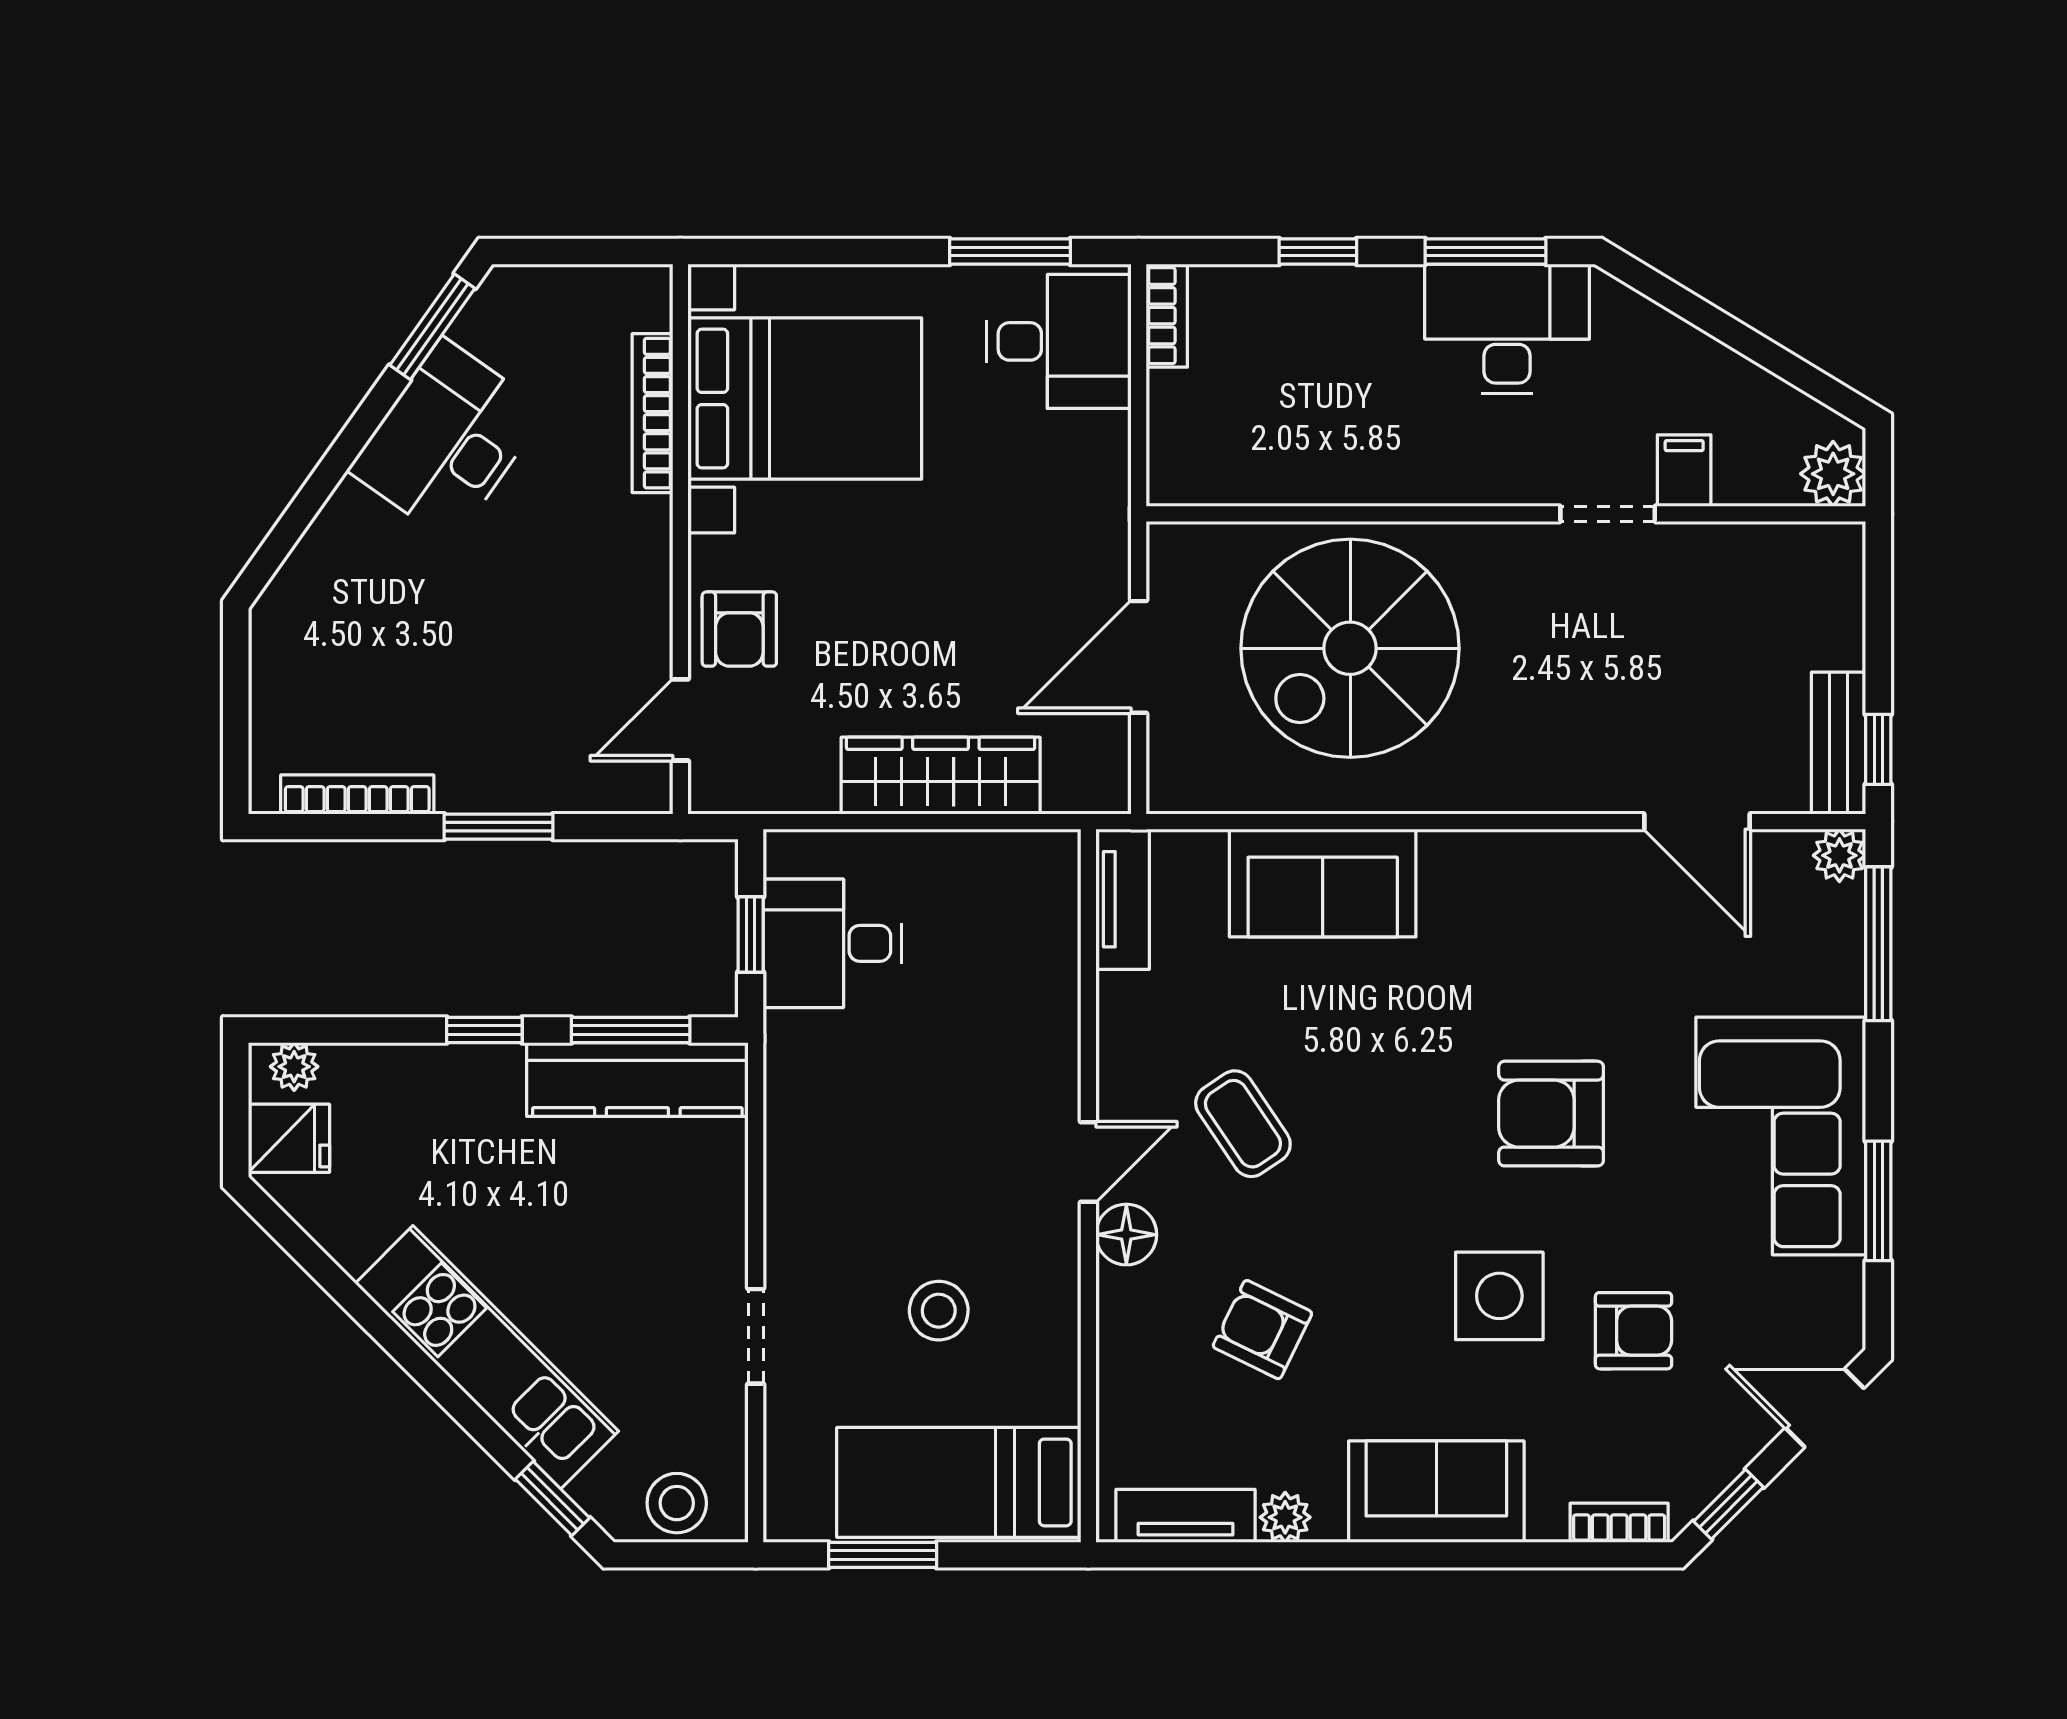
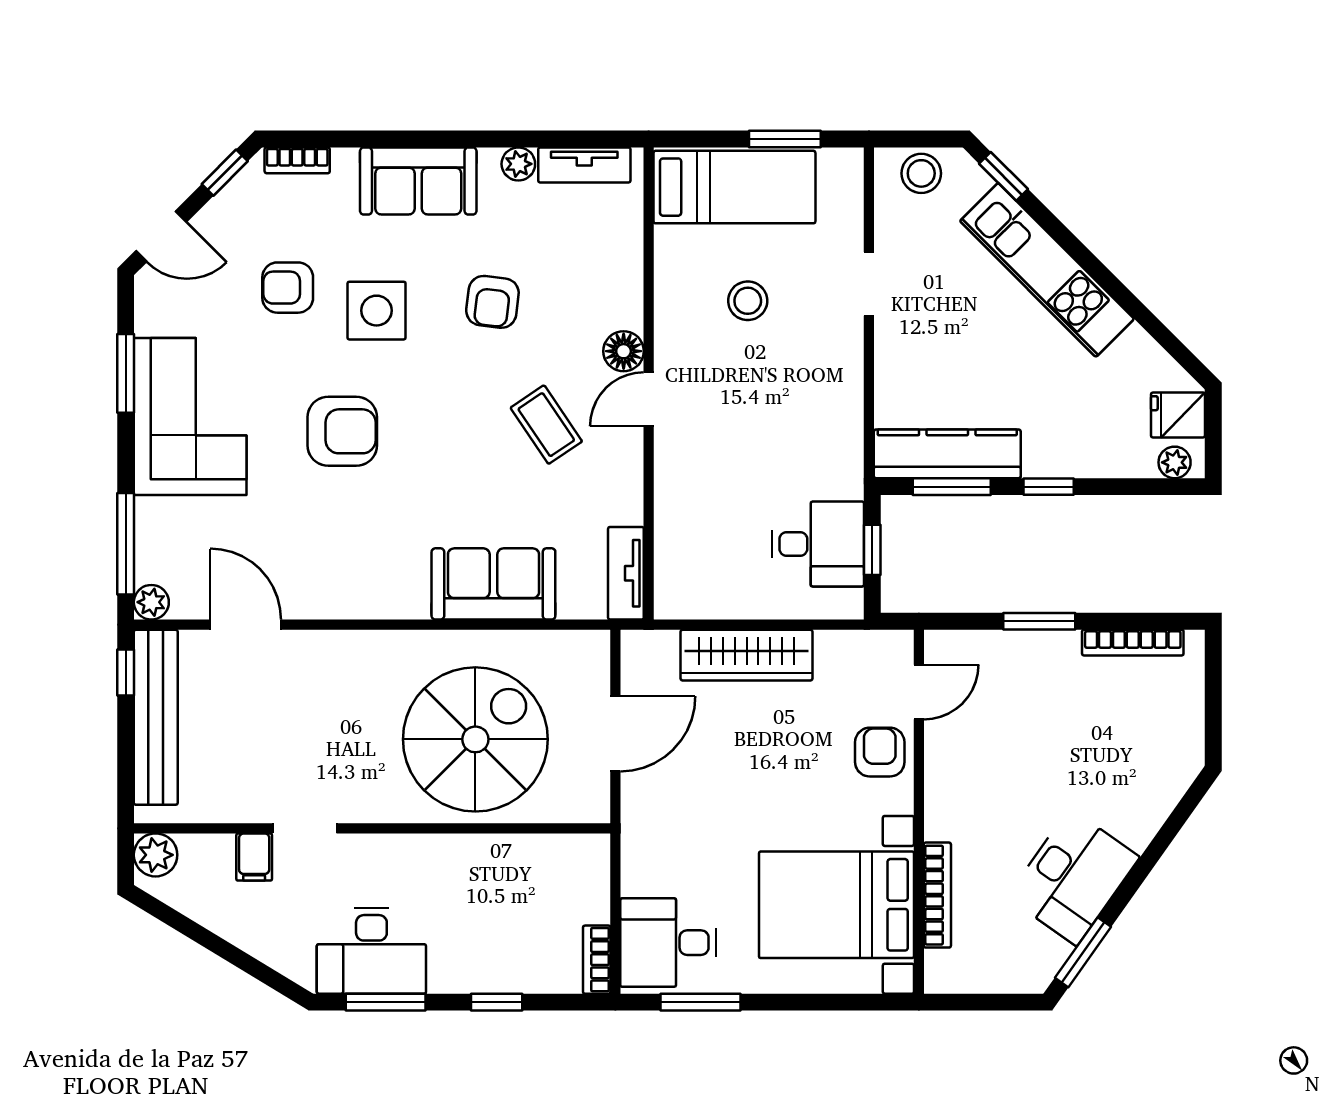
bench: (1839, 743) -> (156, 717), width x1.86, depth x1.21
armchair: (1262, 1330) -> (492, 302), moved, turned 71

